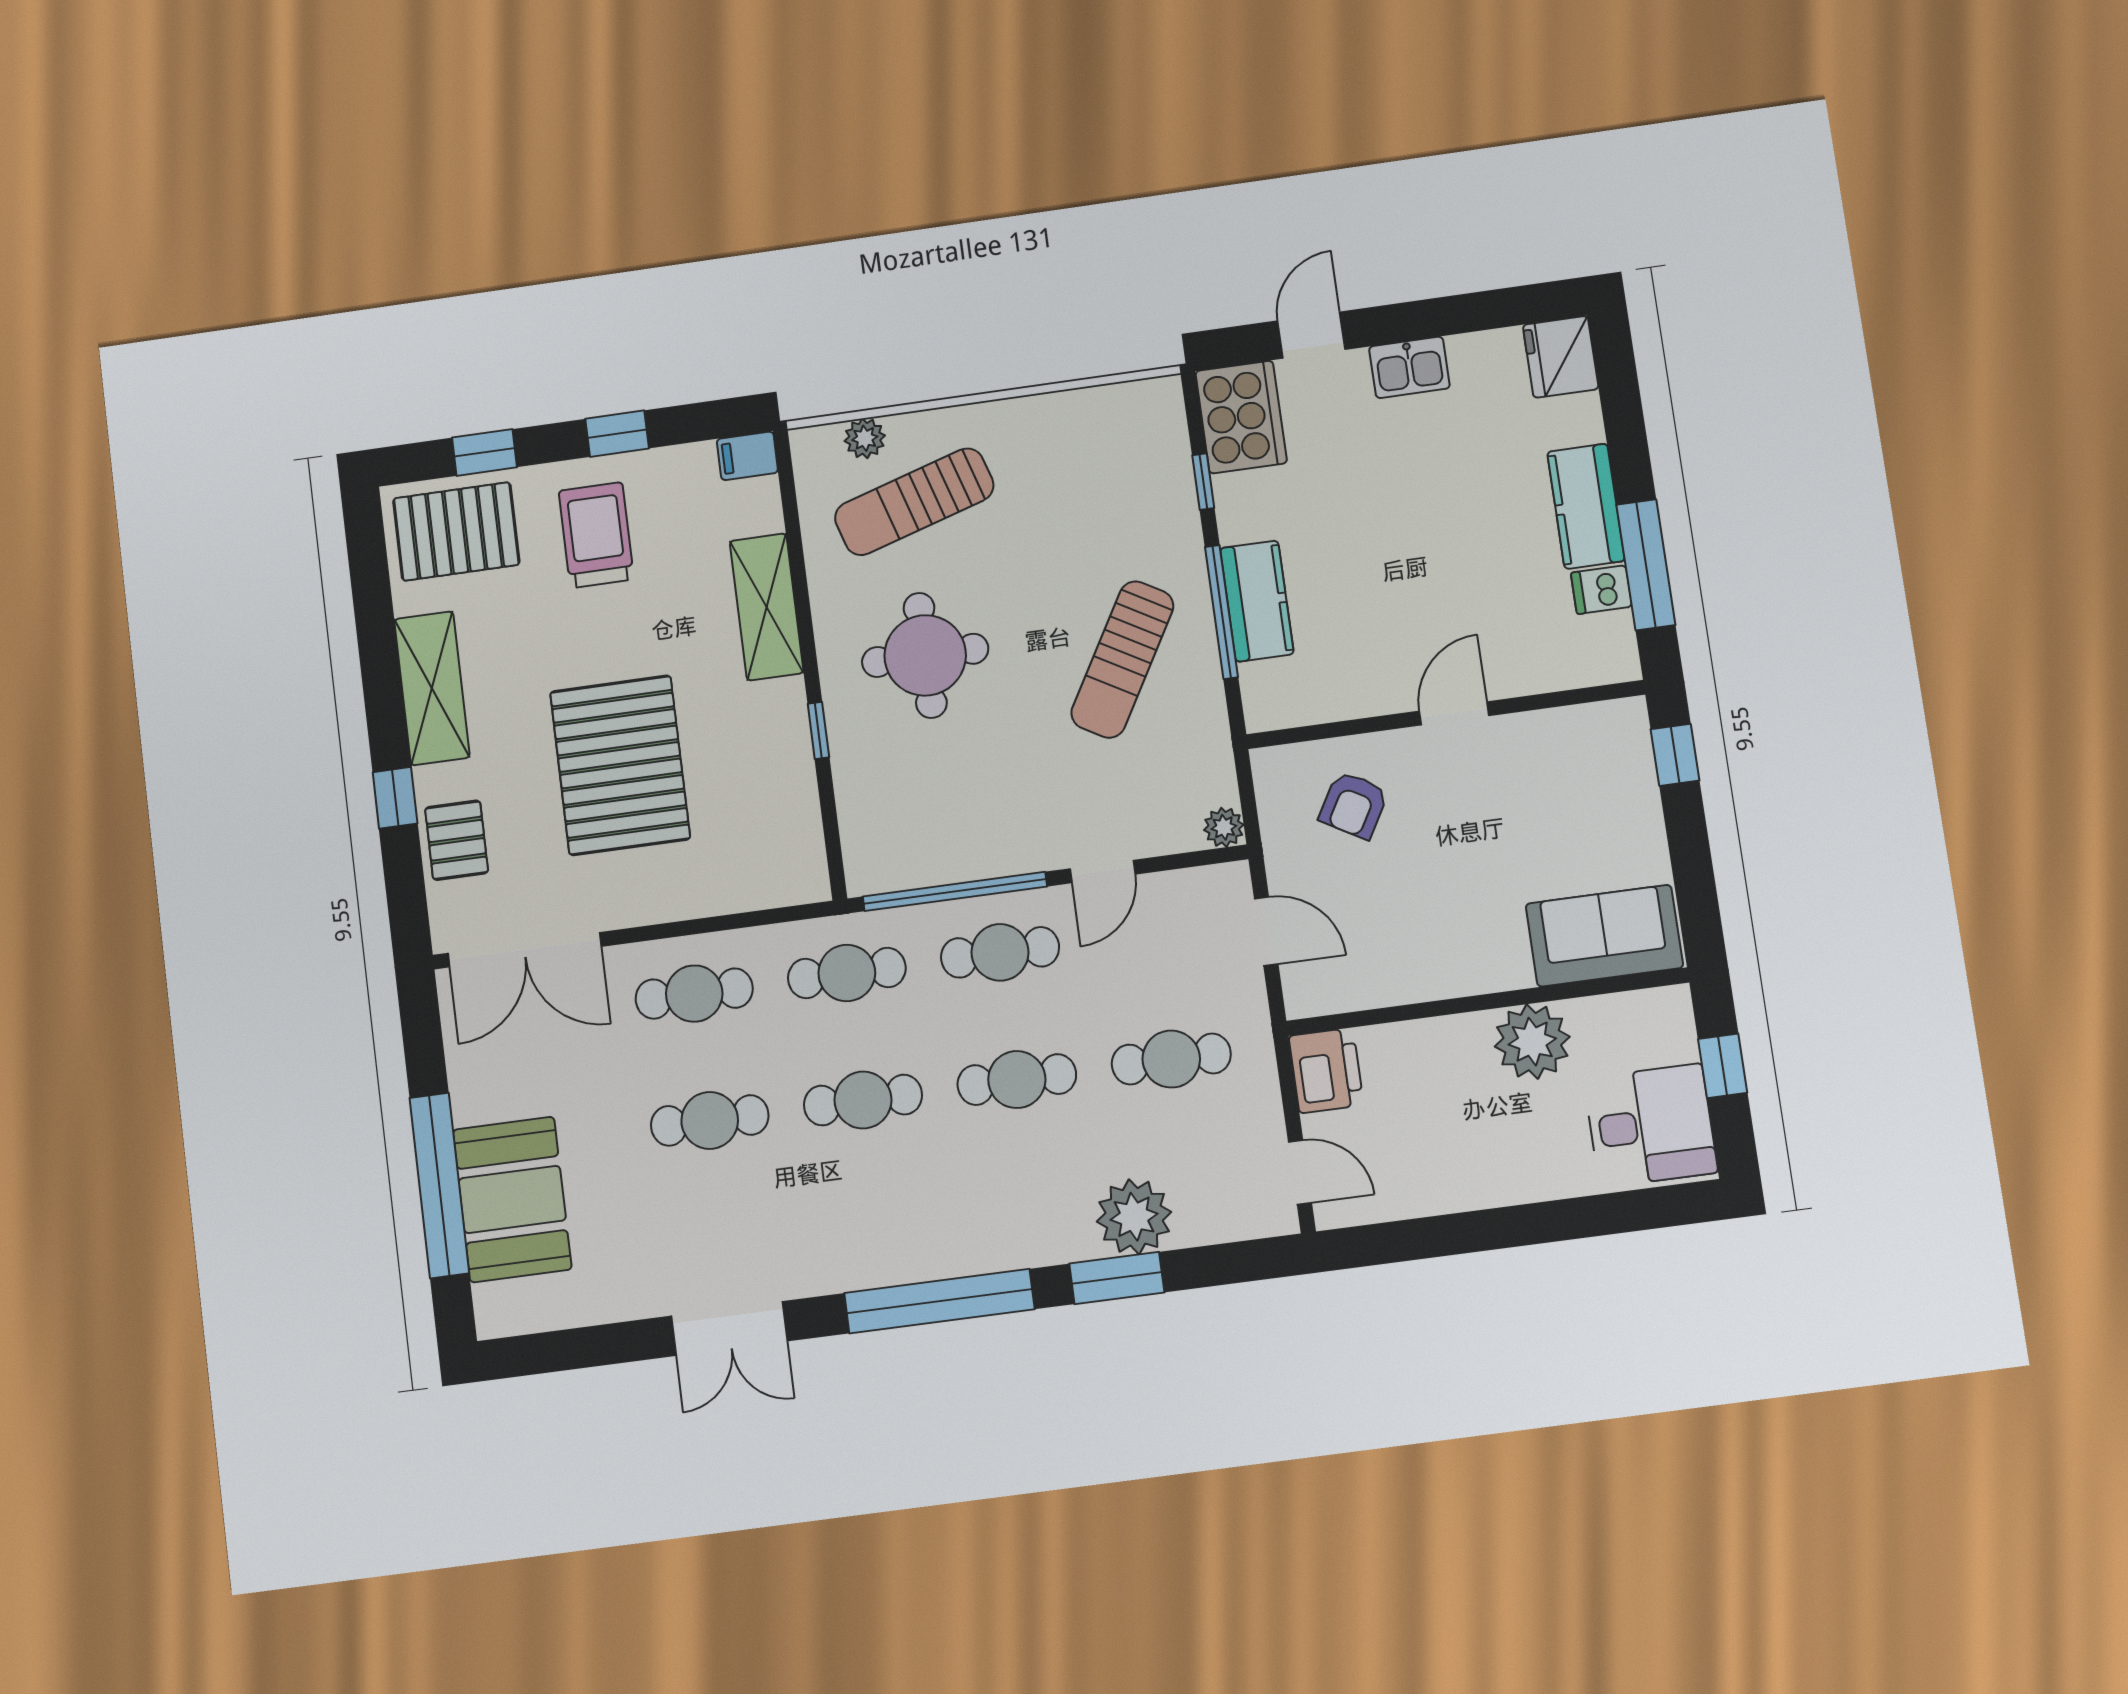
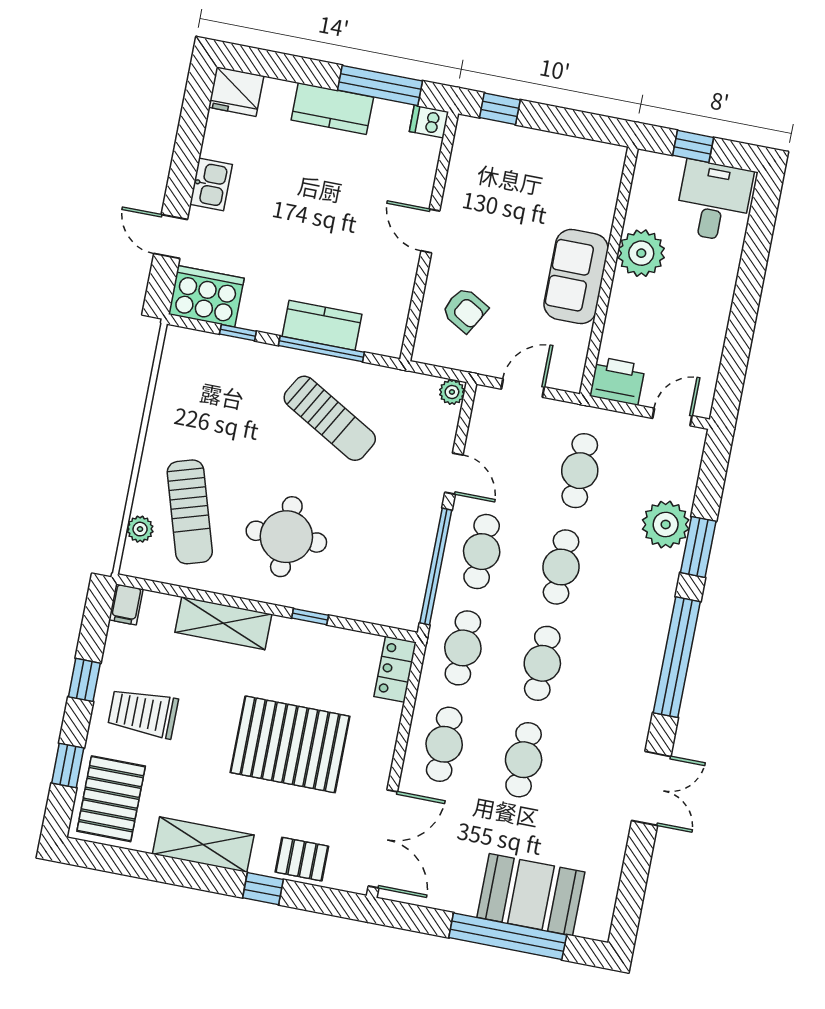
dishwasher: (1601, 590) -> (429, 122), moved, turned 90
locker: (782, 883) -> (395, 669), added
sofa: (1604, 936) -> (576, 277), moved

